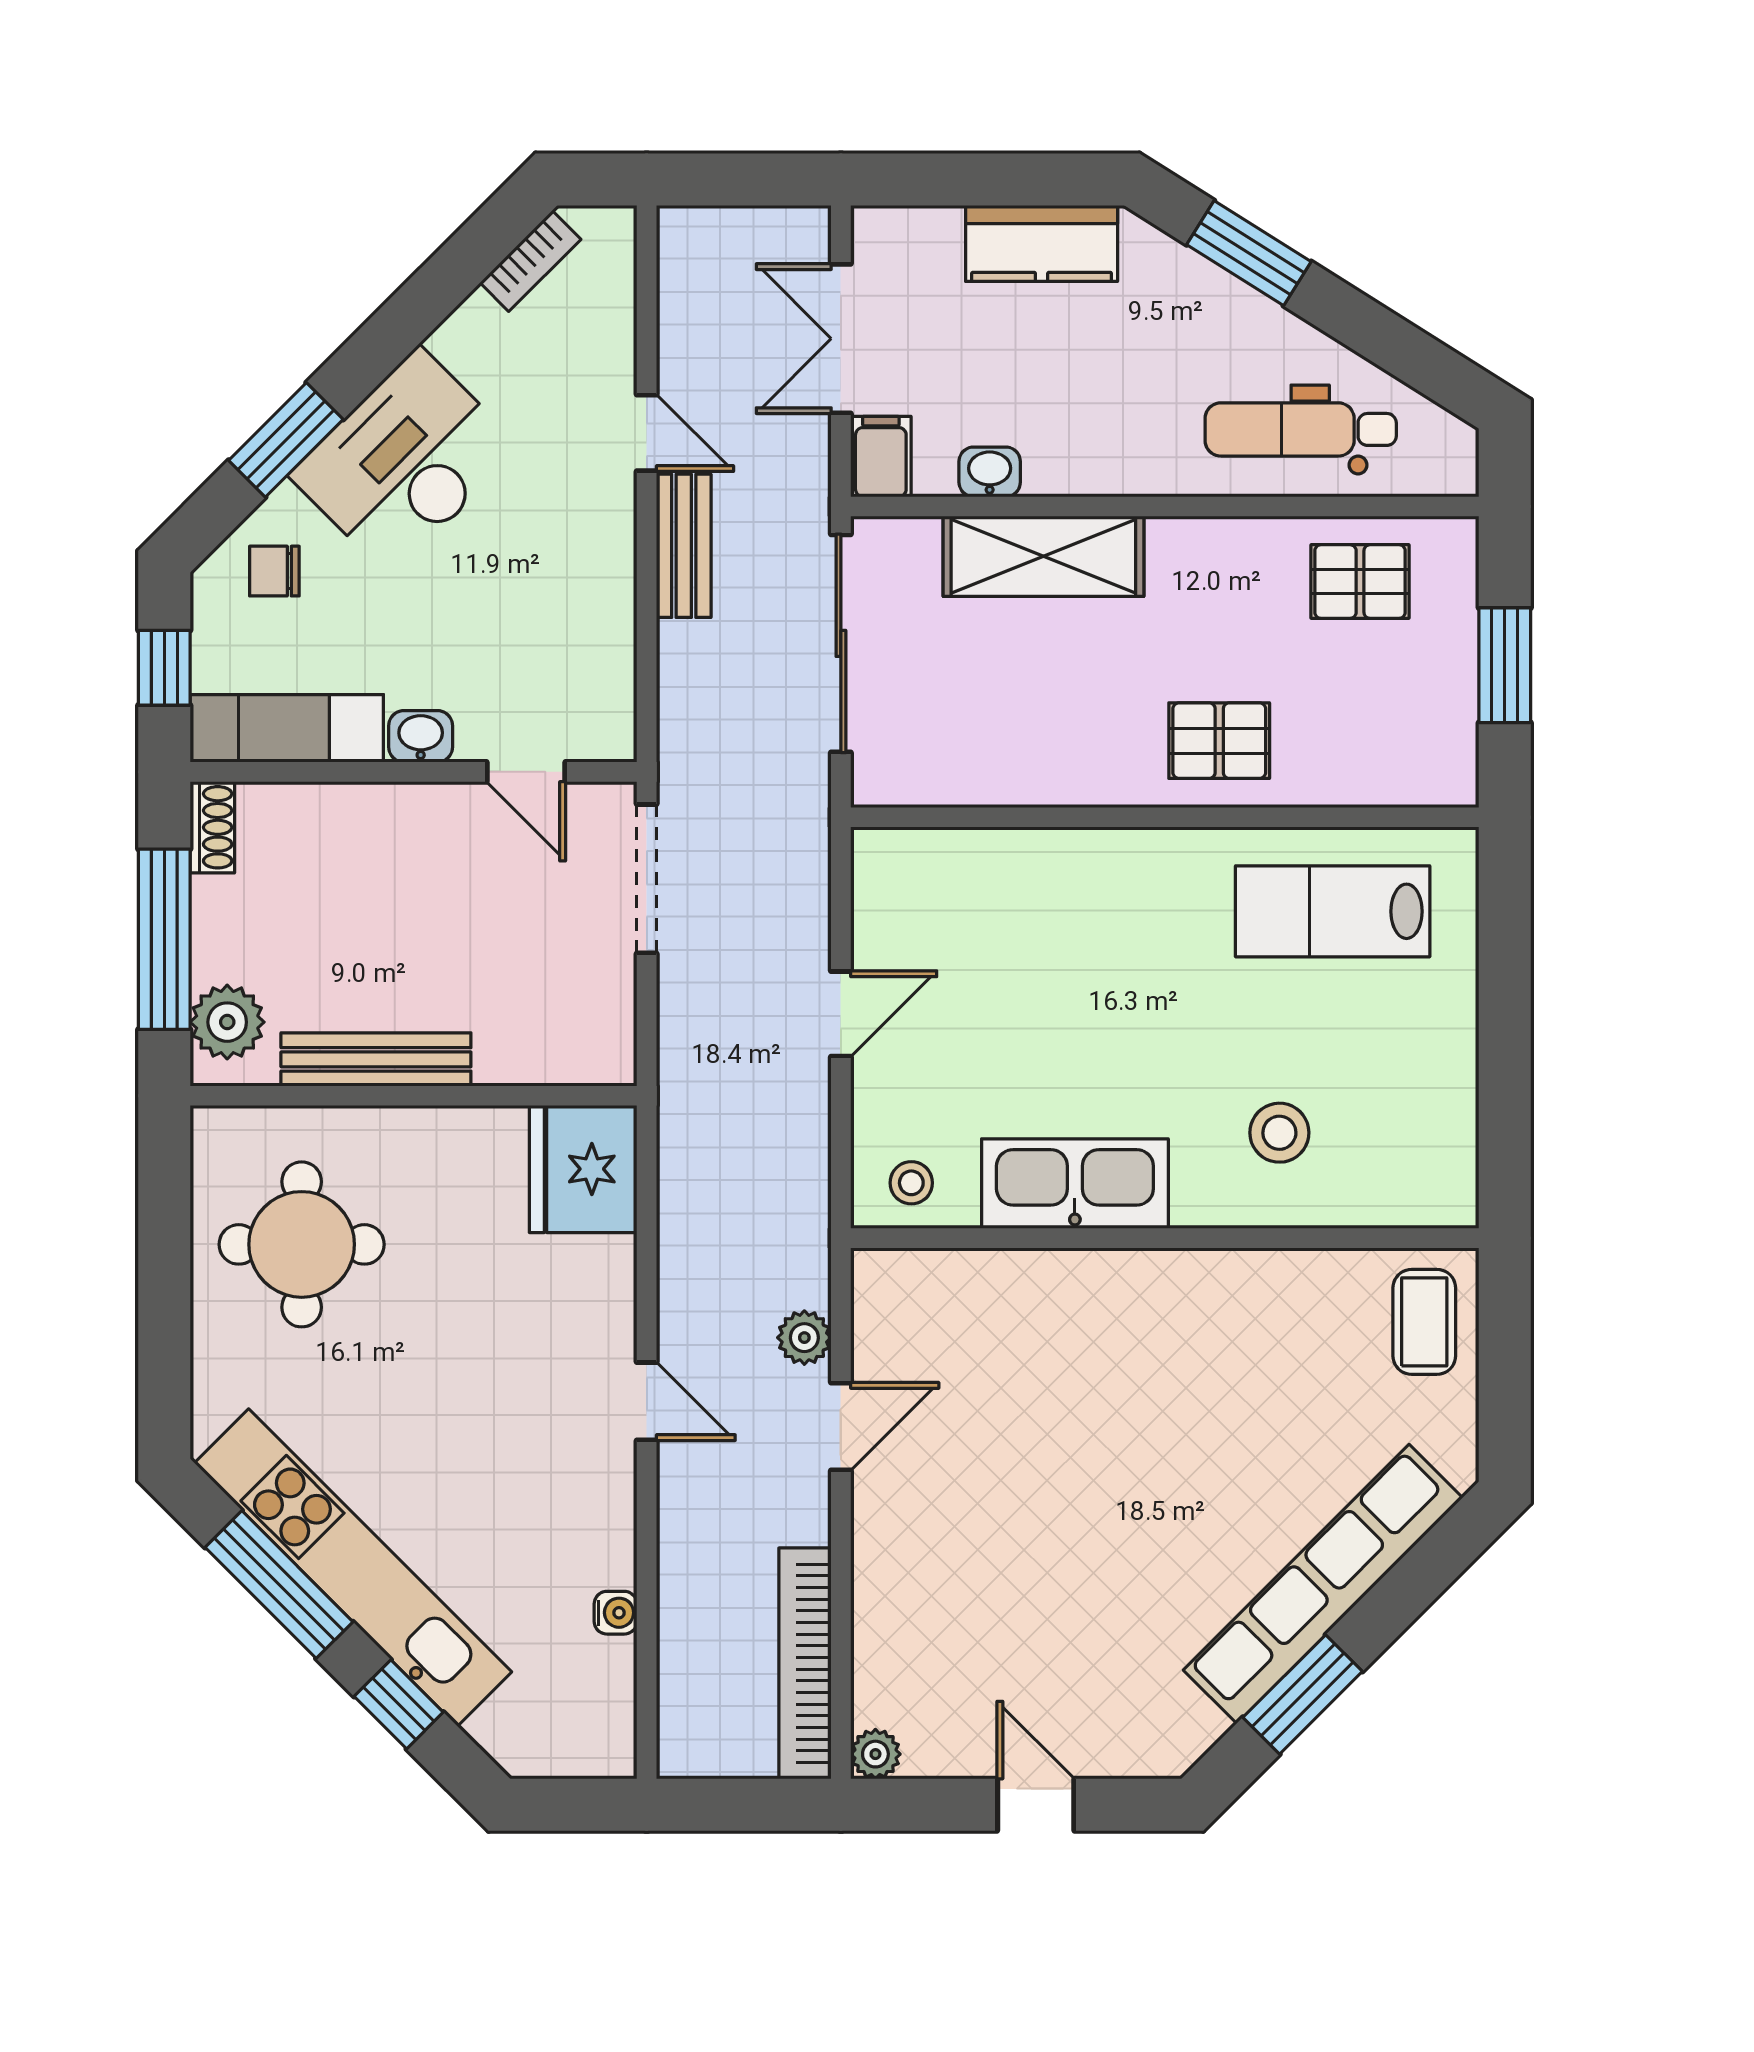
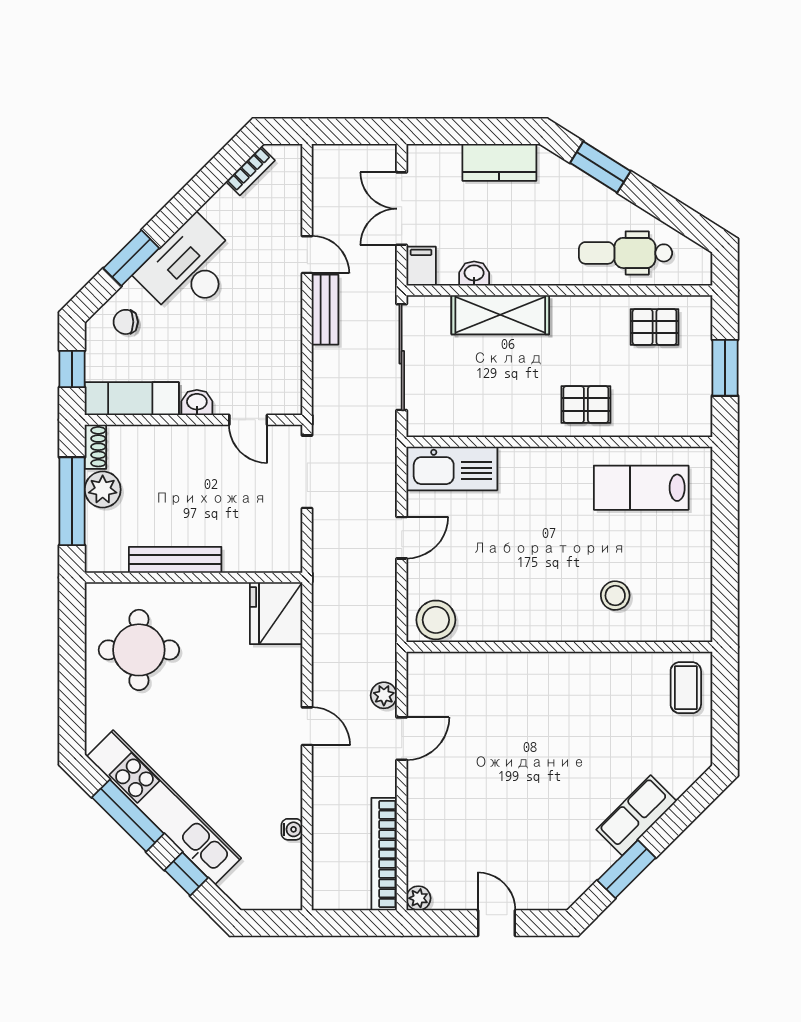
plant: (227, 1022) -> (103, 490), moved
stool: (911, 1183) -> (436, 620), width x1.89, depth x1.89
kitchen sink: (1075, 1184) -> (452, 468), moved, turned 180
row of seats: (1323, 1584) -> (636, 815), width x0.50

